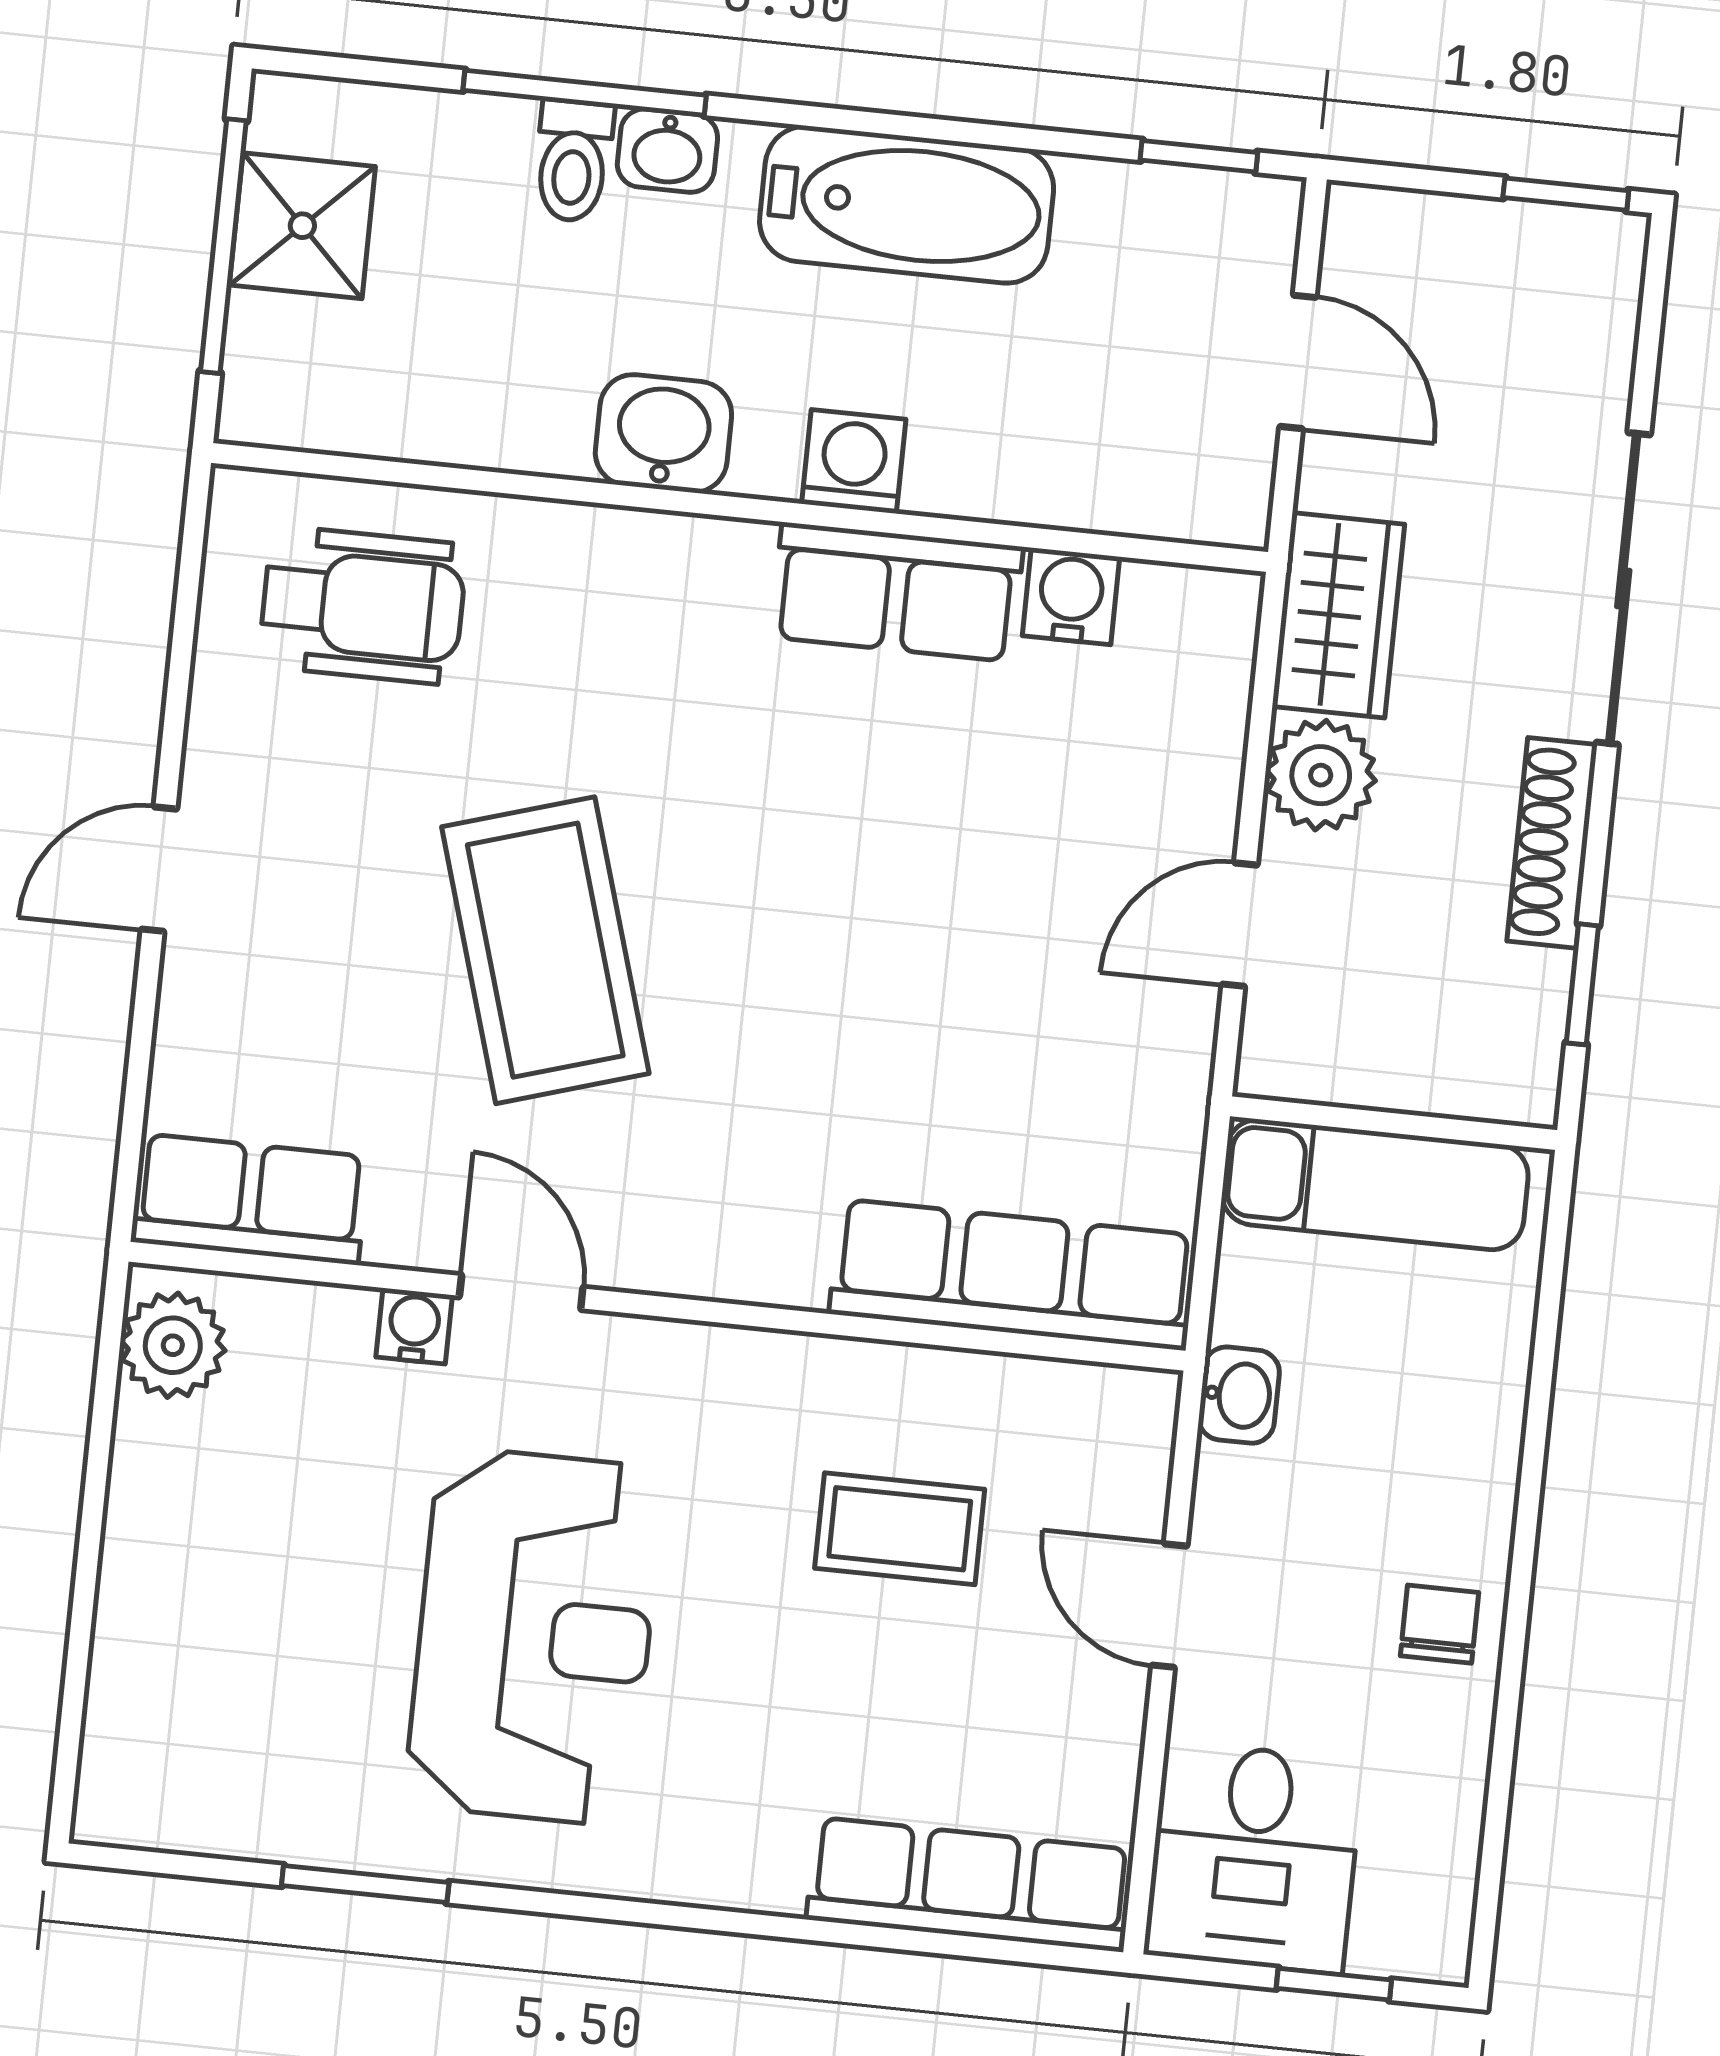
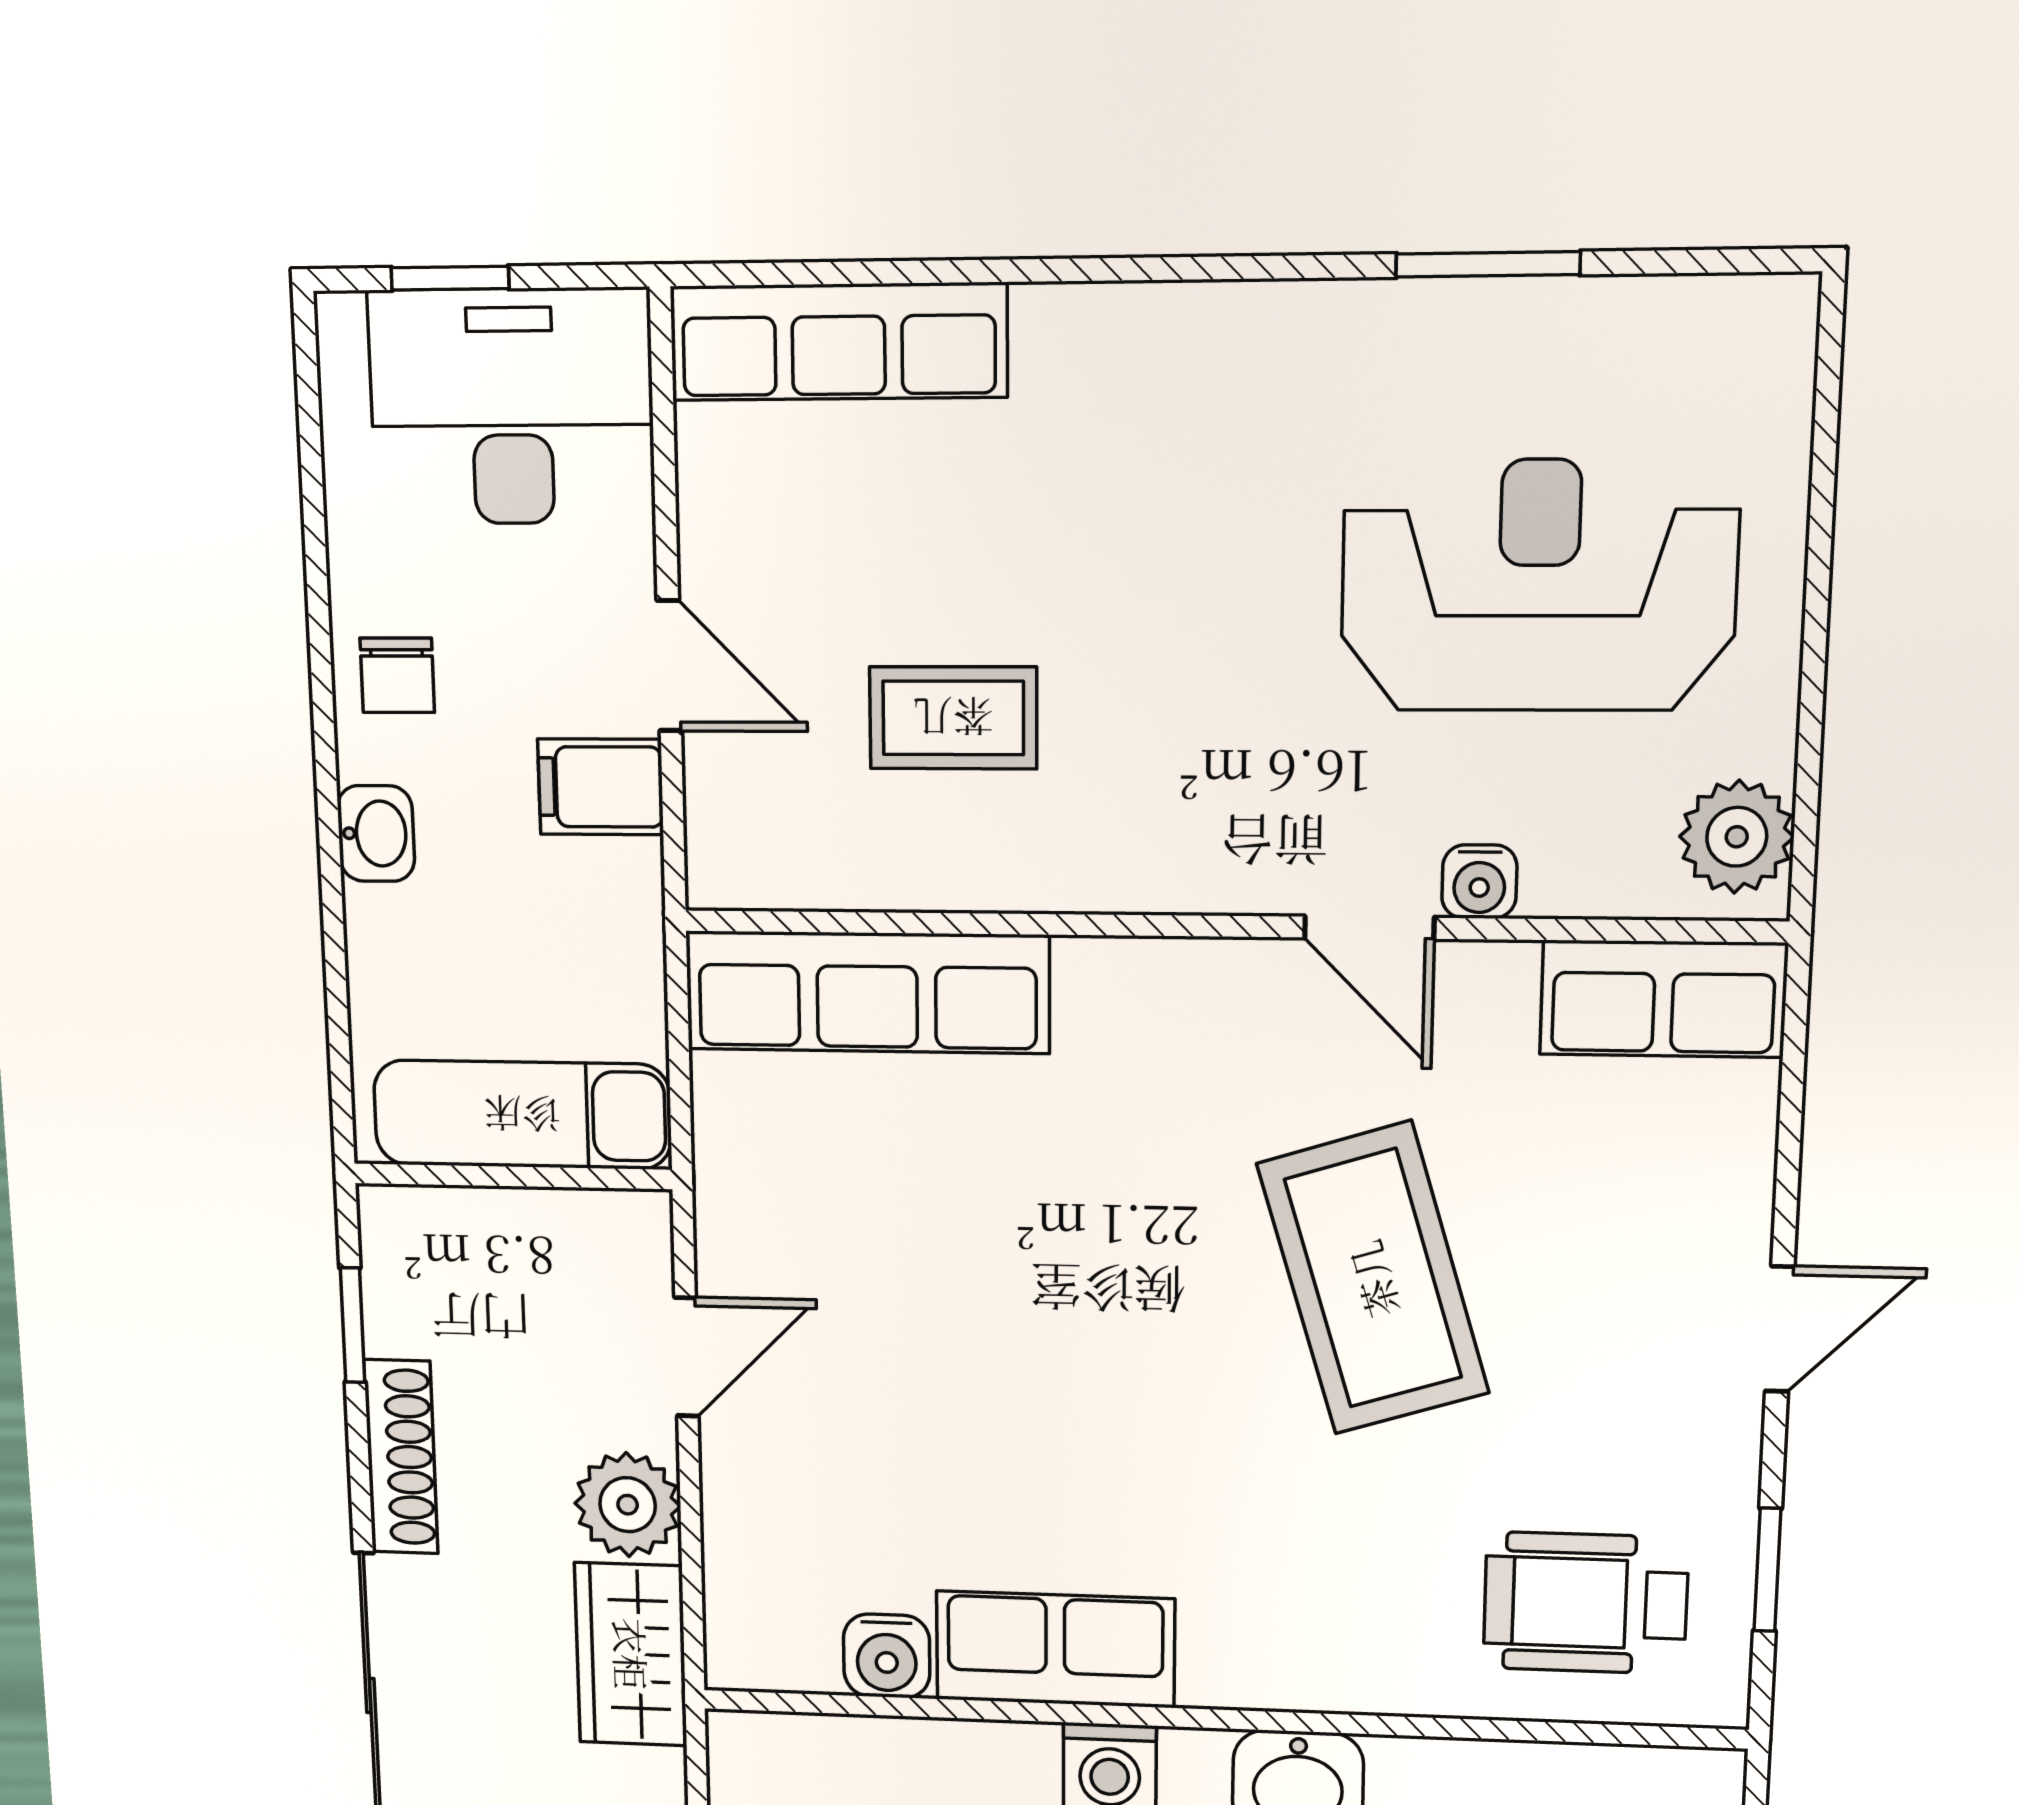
window: (184, 627) -> (1767, 1570), added
washbasin: (1239, 1395) -> (376, 833), moved, turned 180
filing cabinet: (1252, 1498) -> (601, 787), added
reception desk: (534, 1636) -> (1538, 586), moved, turned 90
desk: (1254, 1857) -> (511, 407), width x1.37

